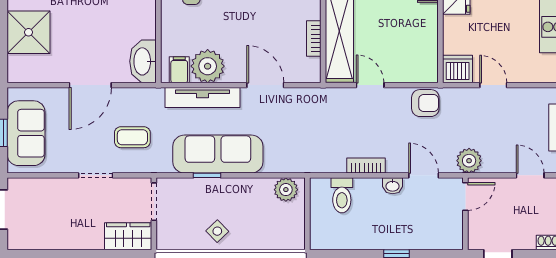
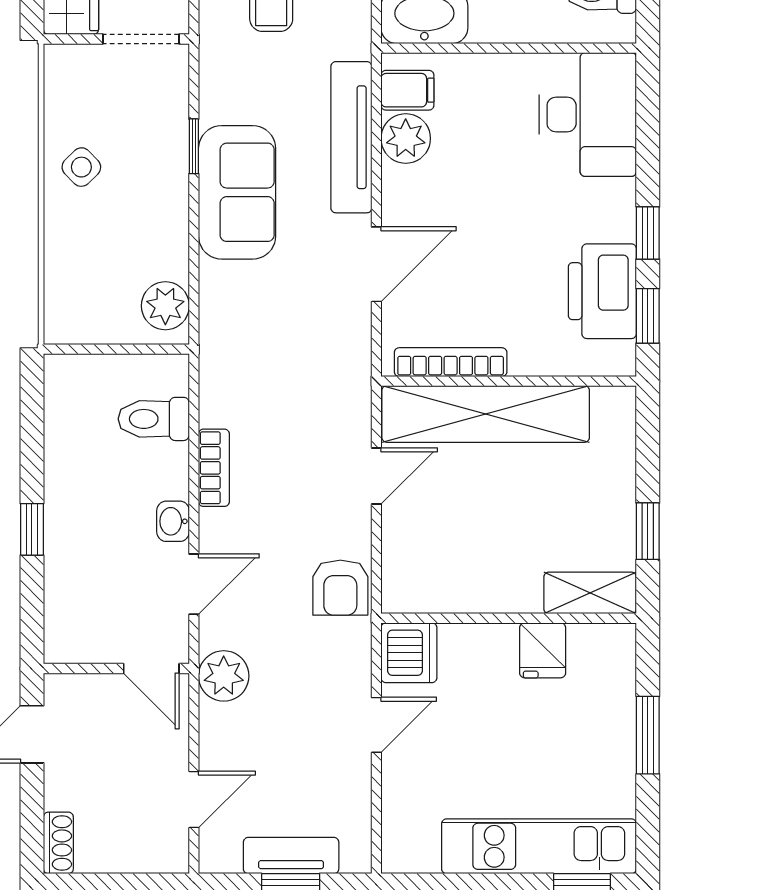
bookcase: (314, 38) -> (451, 362), width x1.56
plant: (208, 66) -> (406, 138), width x0.73, depth x0.73
sofa: (218, 154) -> (237, 192), width x0.73

